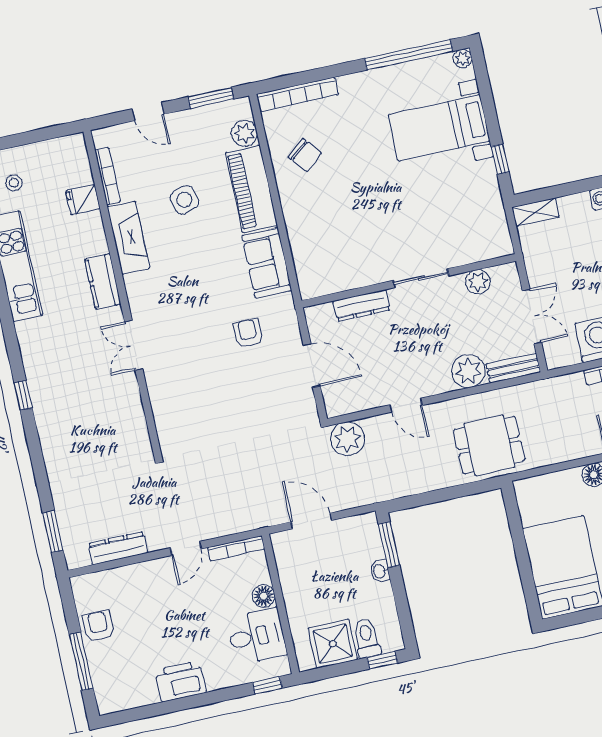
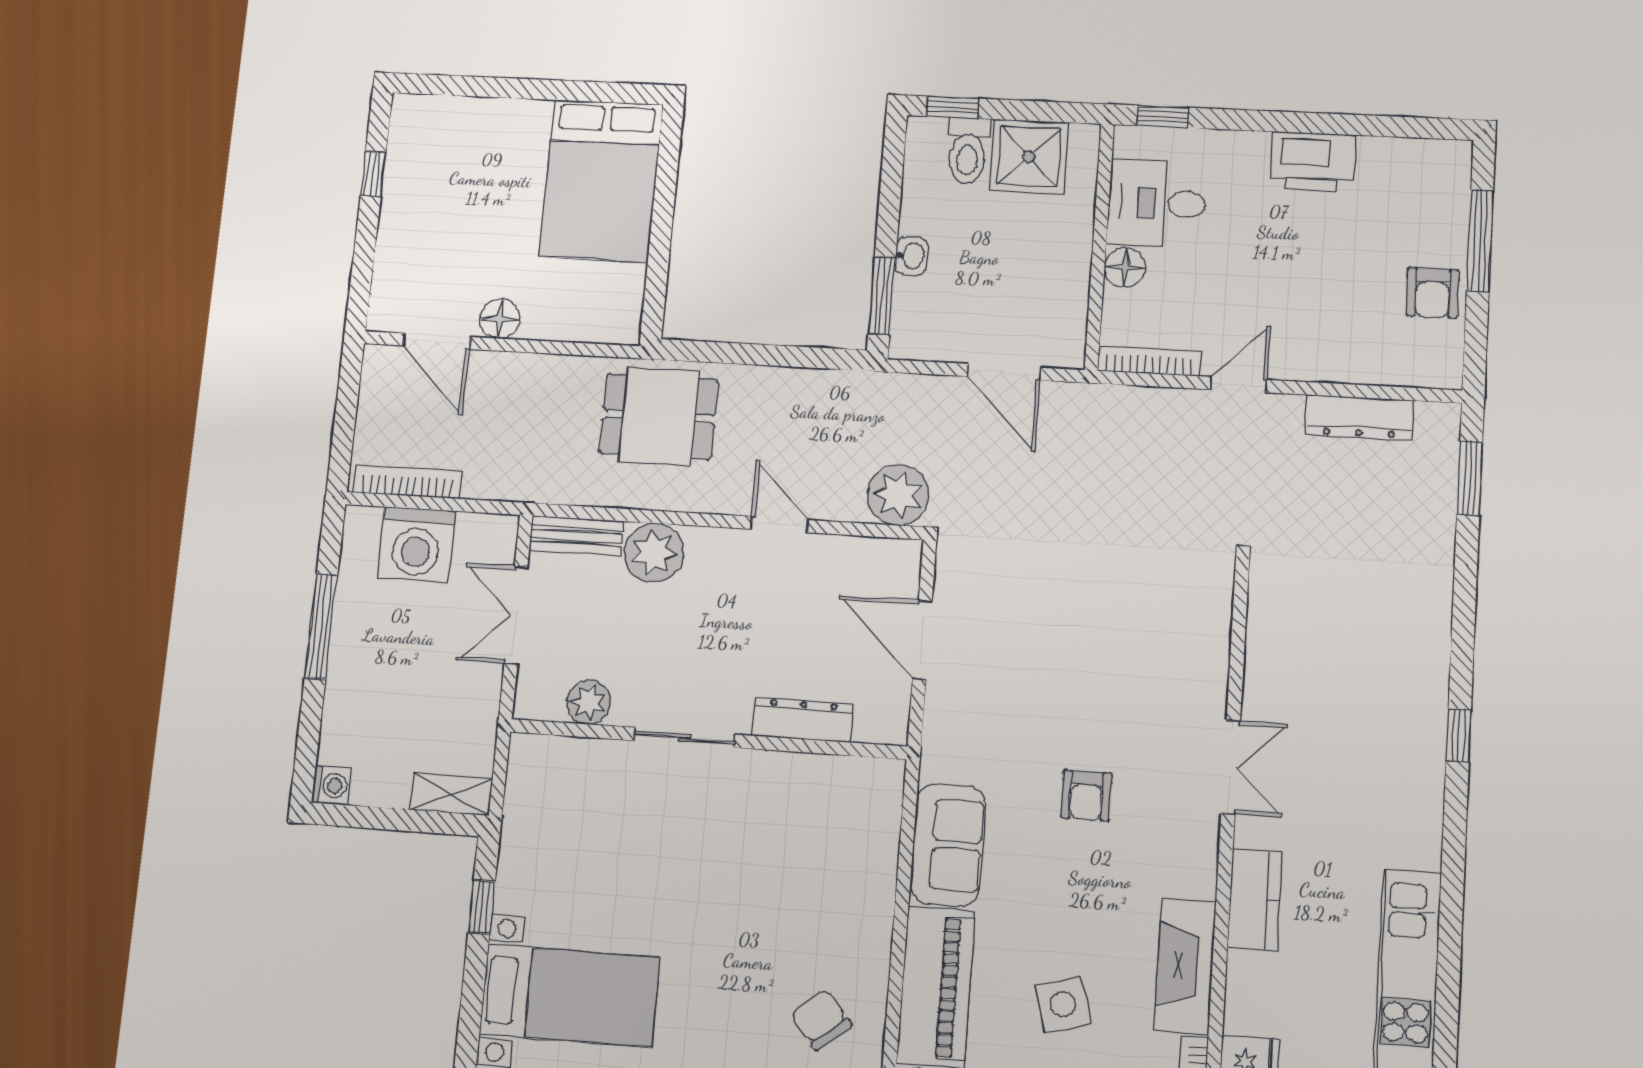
armchair: (248, 333) -> (1086, 795), moved

